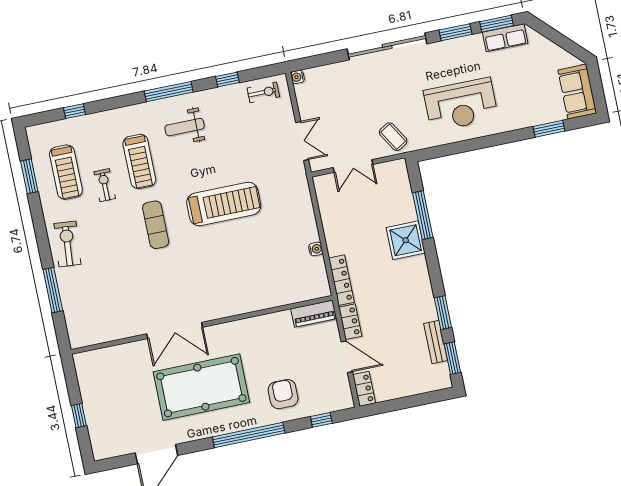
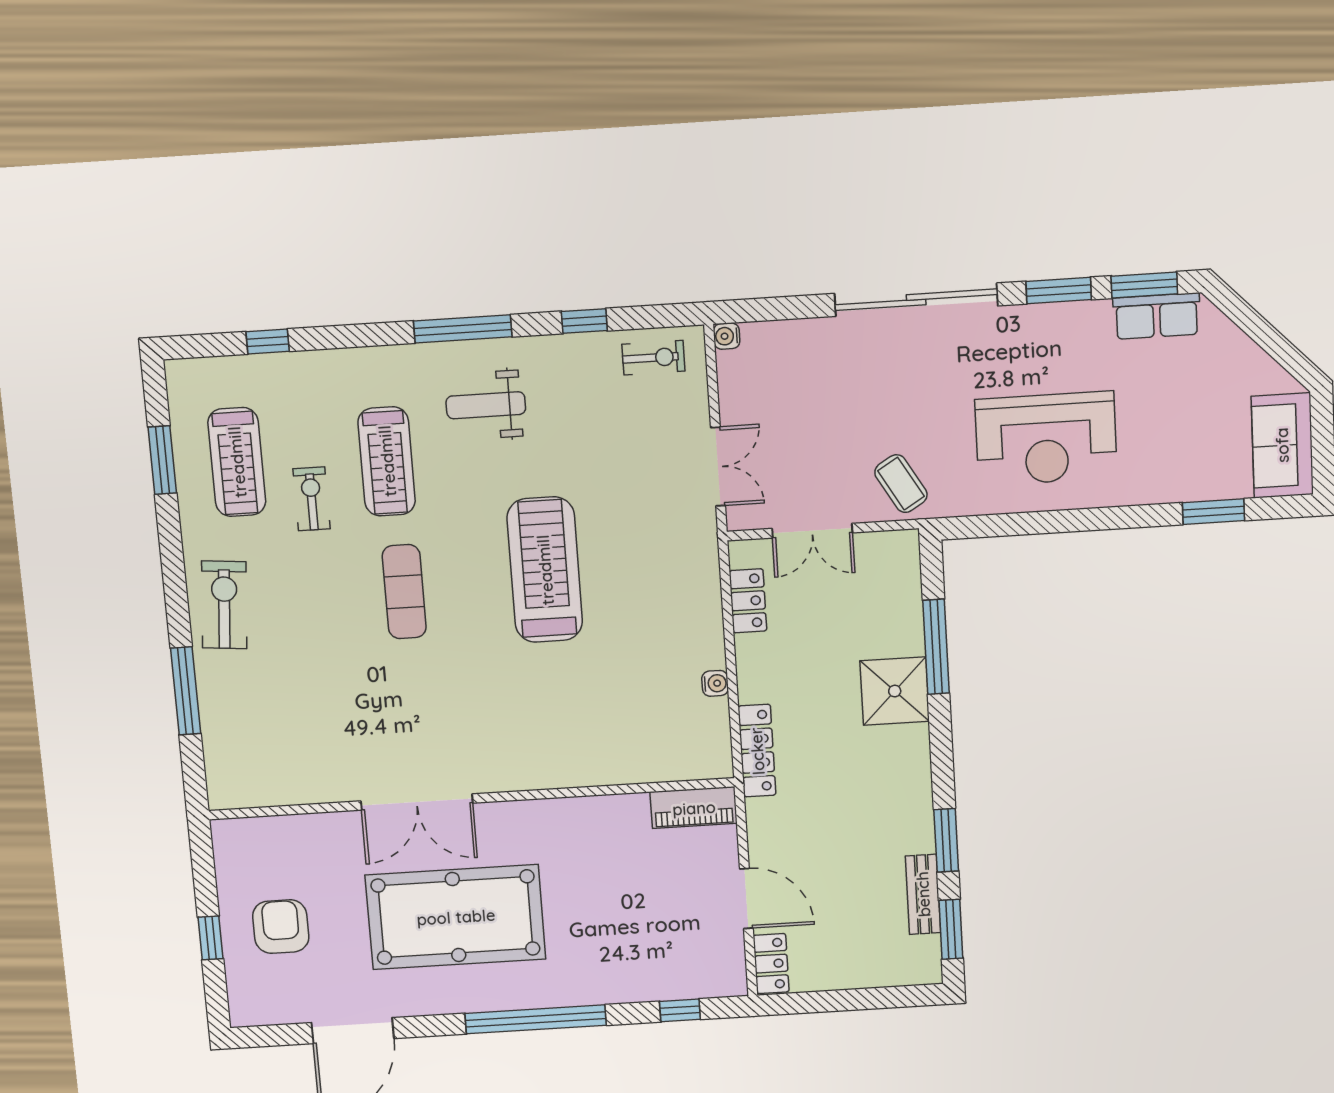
treadmill: (224, 204) -> (545, 570), turned -90
locker: (350, 322) -> (748, 601), moved
armchair: (283, 394) -> (281, 927), moved

